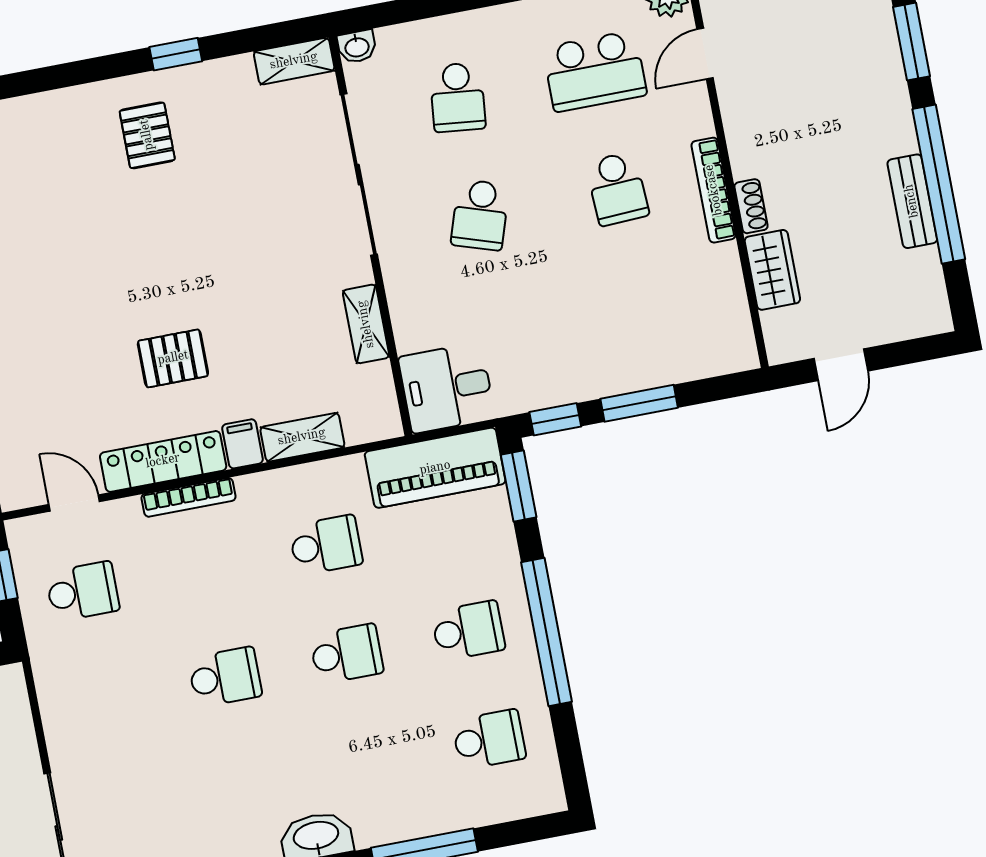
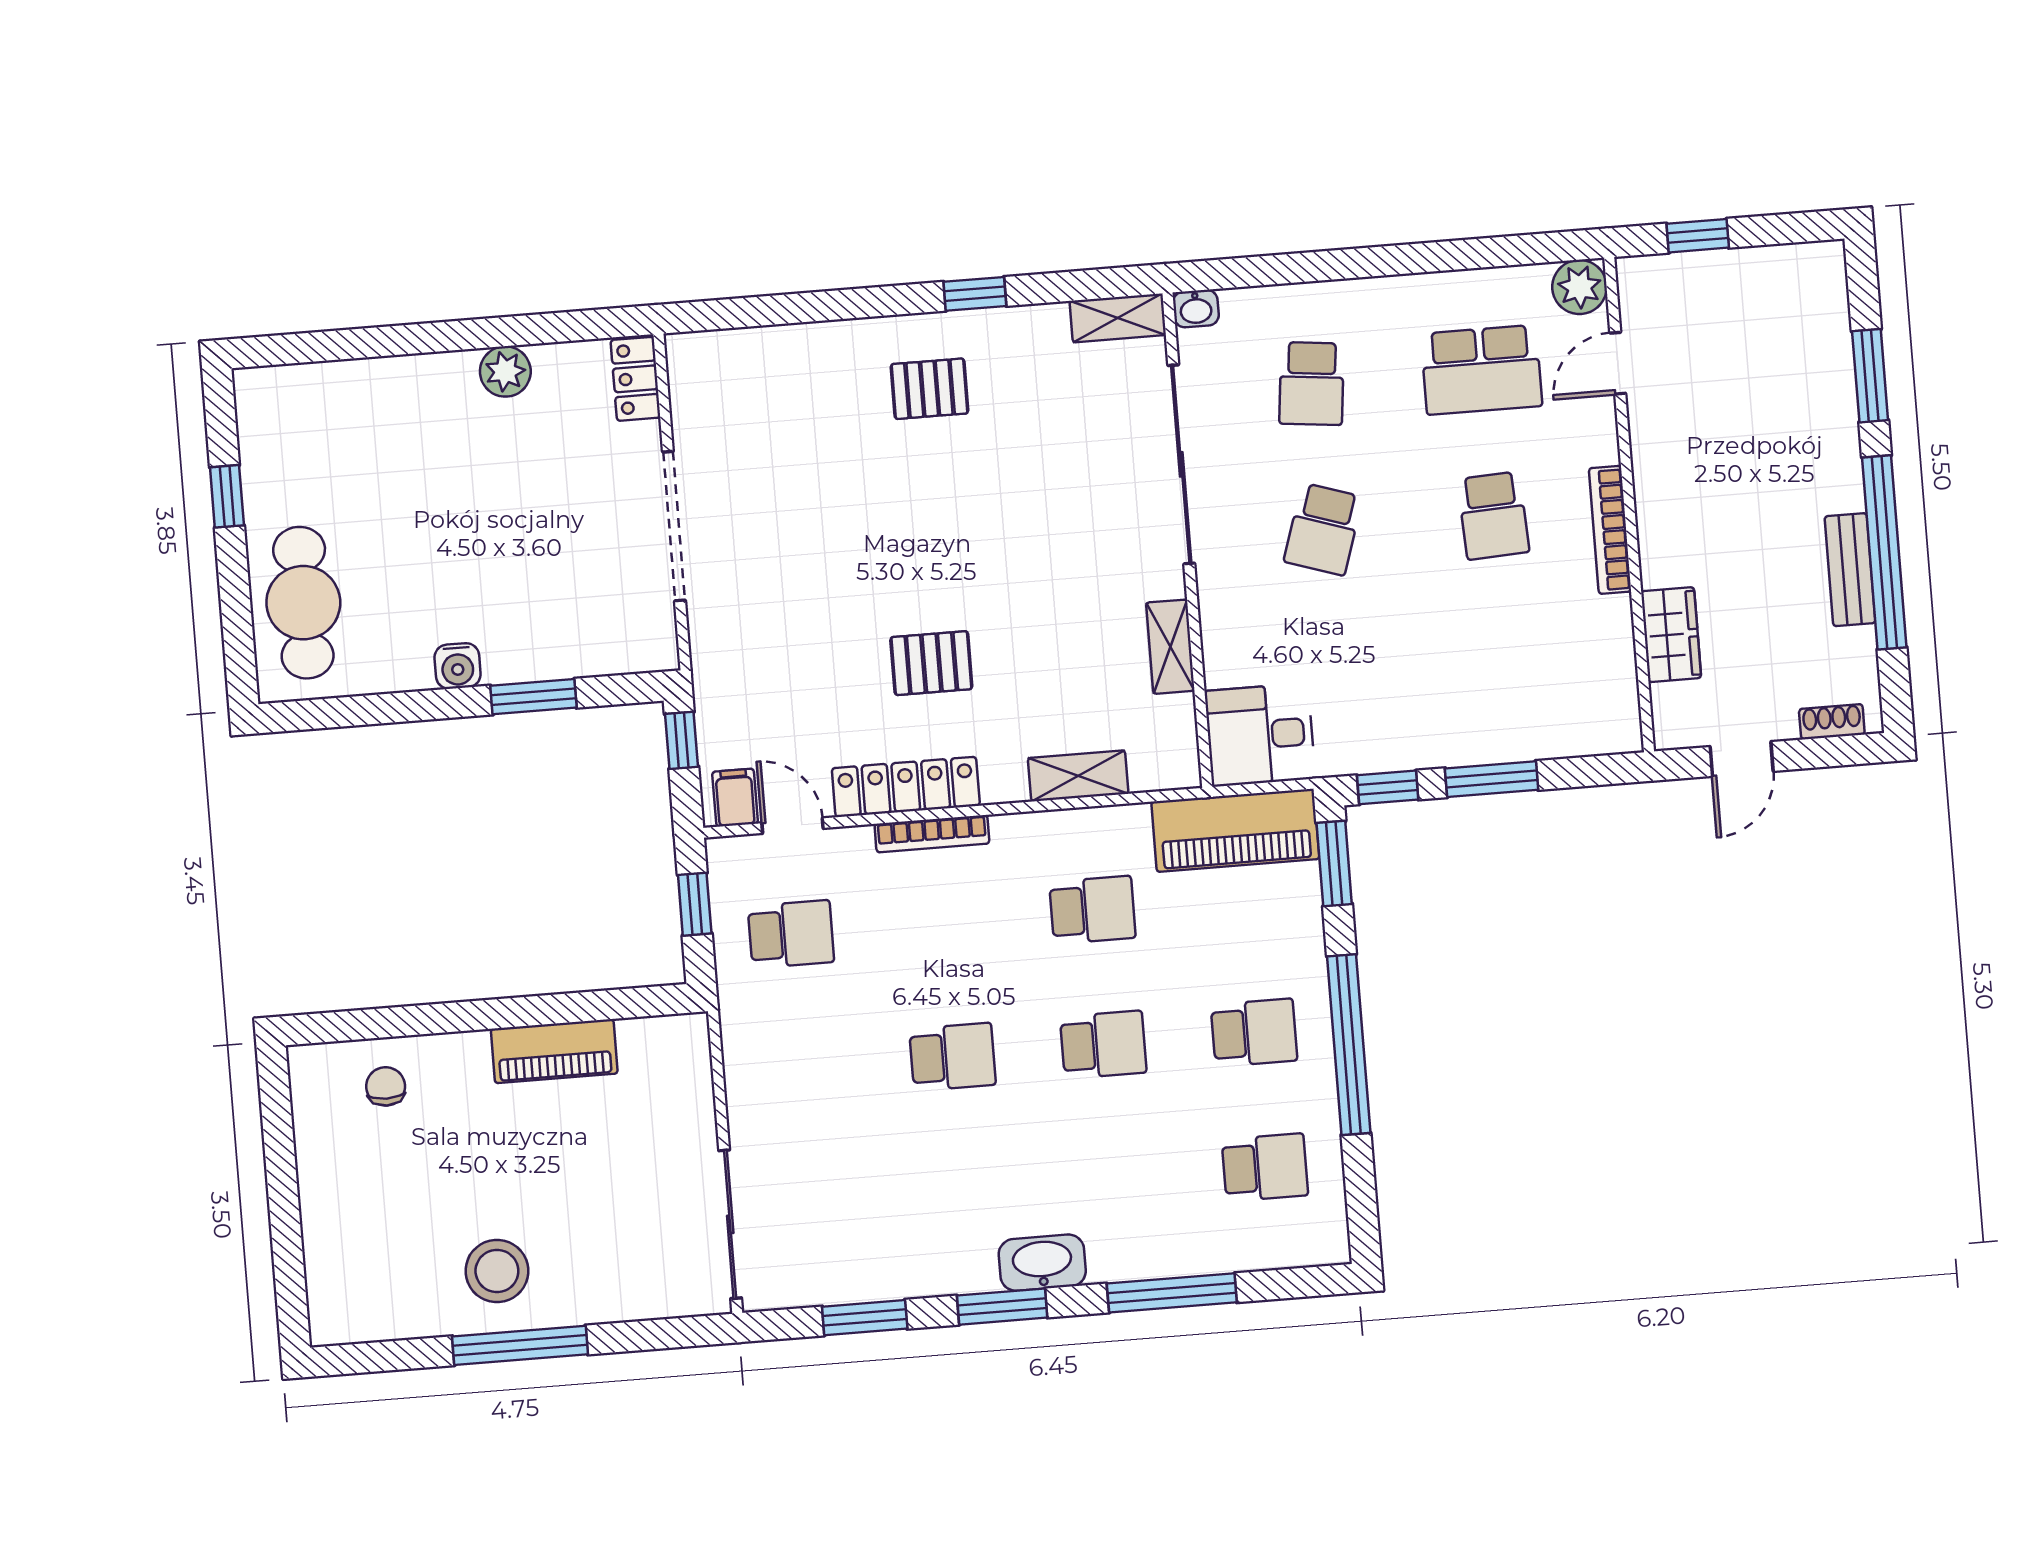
pallet: (147, 135) -> (930, 389), turned 90
shoe rack: (751, 206) -> (1832, 722), moved, turned -90
filing cabinet: (242, 444) -> (735, 798), moved

